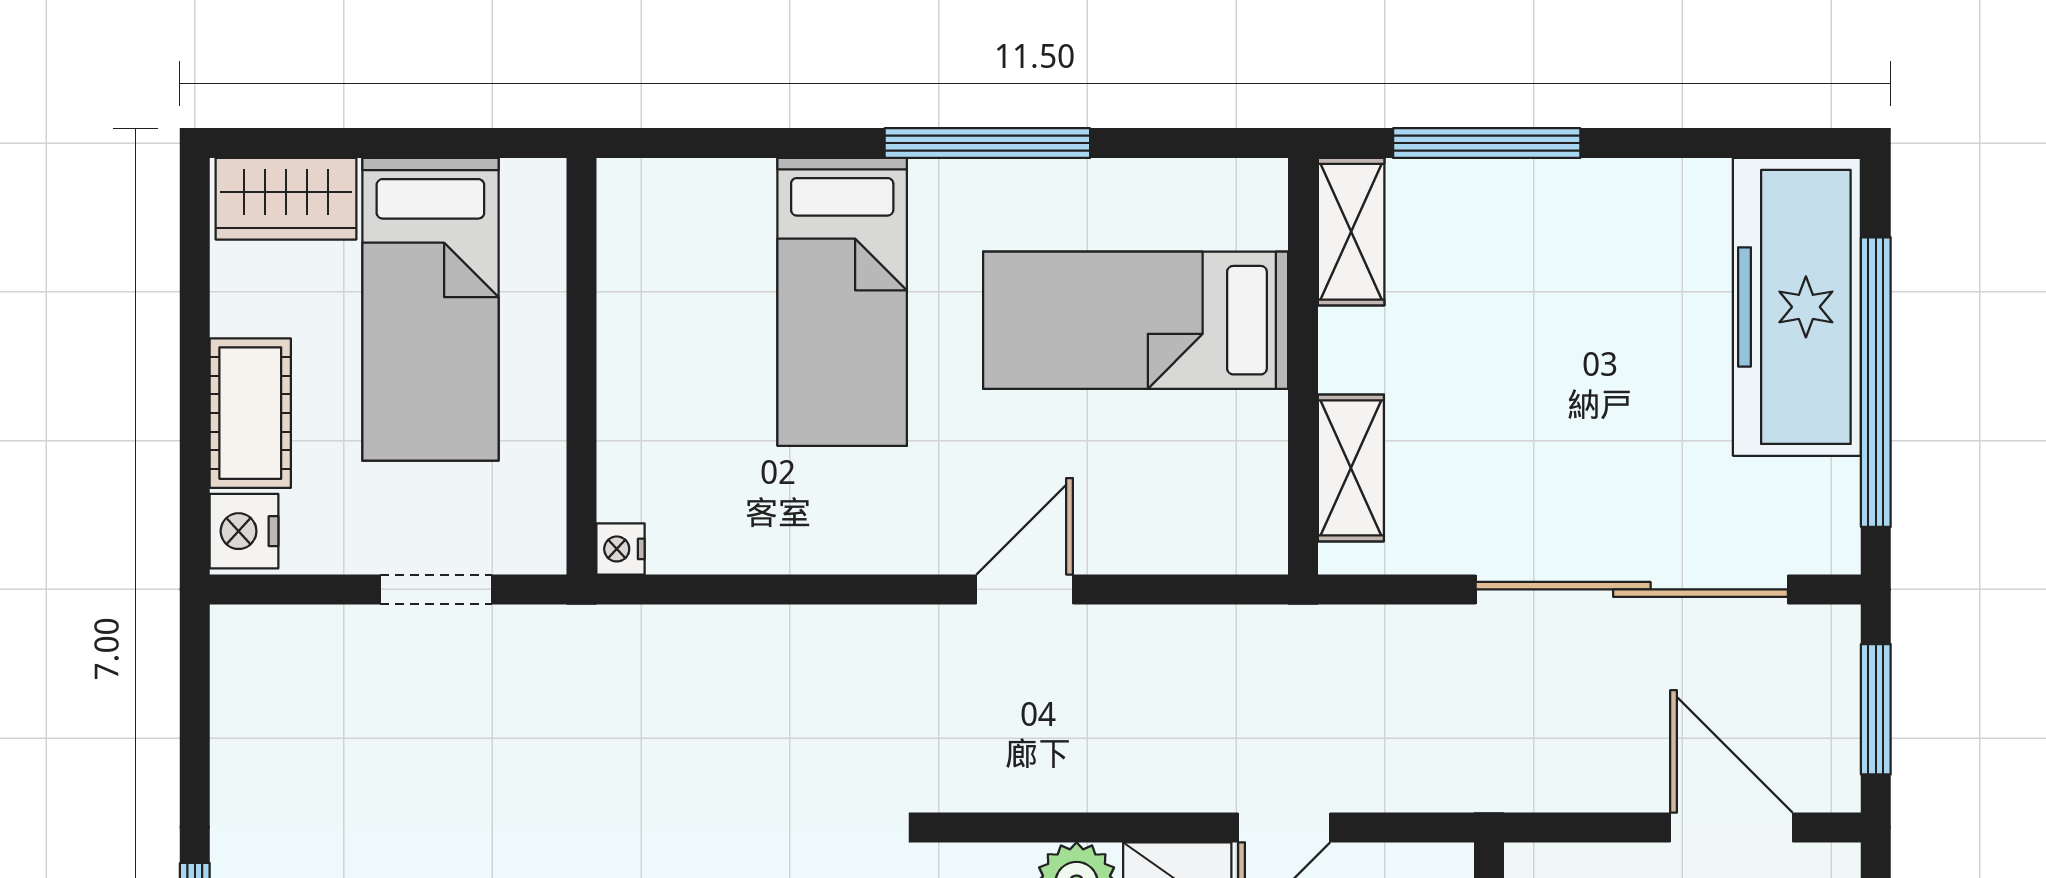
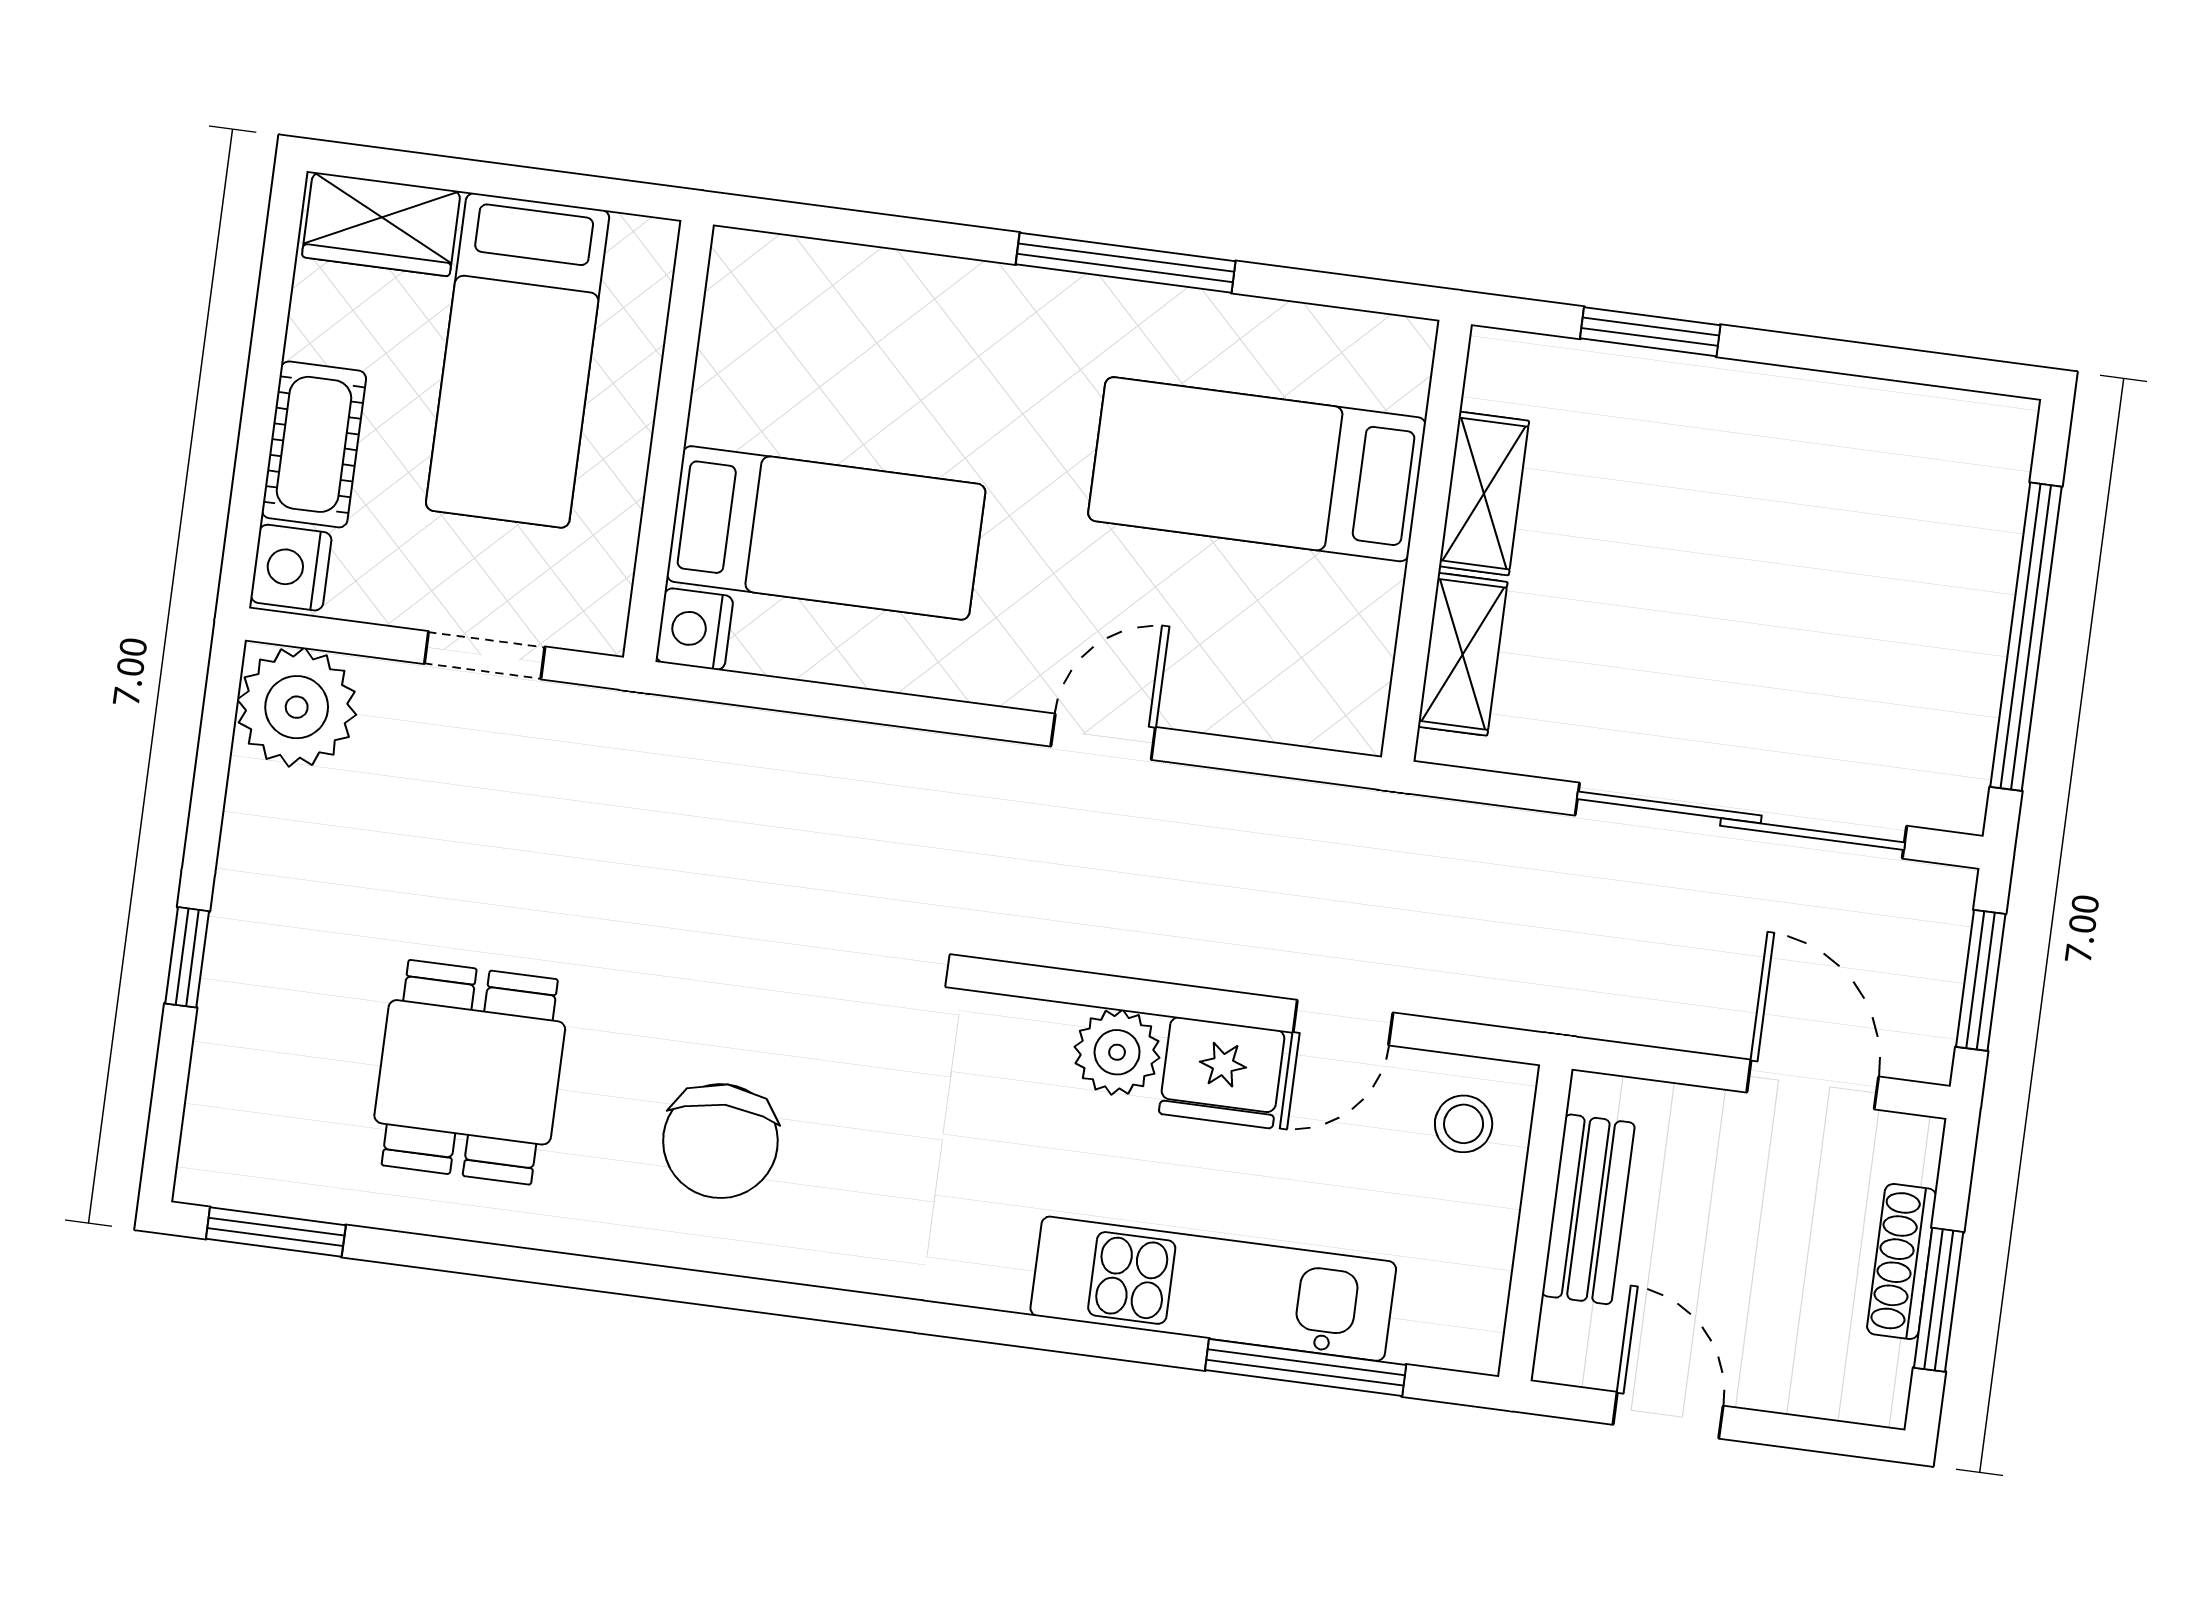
window: (1487, 143) -> (1650, 332), width x0.69
shelving: (1351, 232) -> (1484, 493), moved
bed: (842, 302) -> (826, 533), moved, turned -90
freezer: (1797, 307) -> (1954, 547), removed
nightstand: (621, 549) -> (695, 629), width x1.39, depth x1.35
plant: (266, 661) -> (297, 707), added

